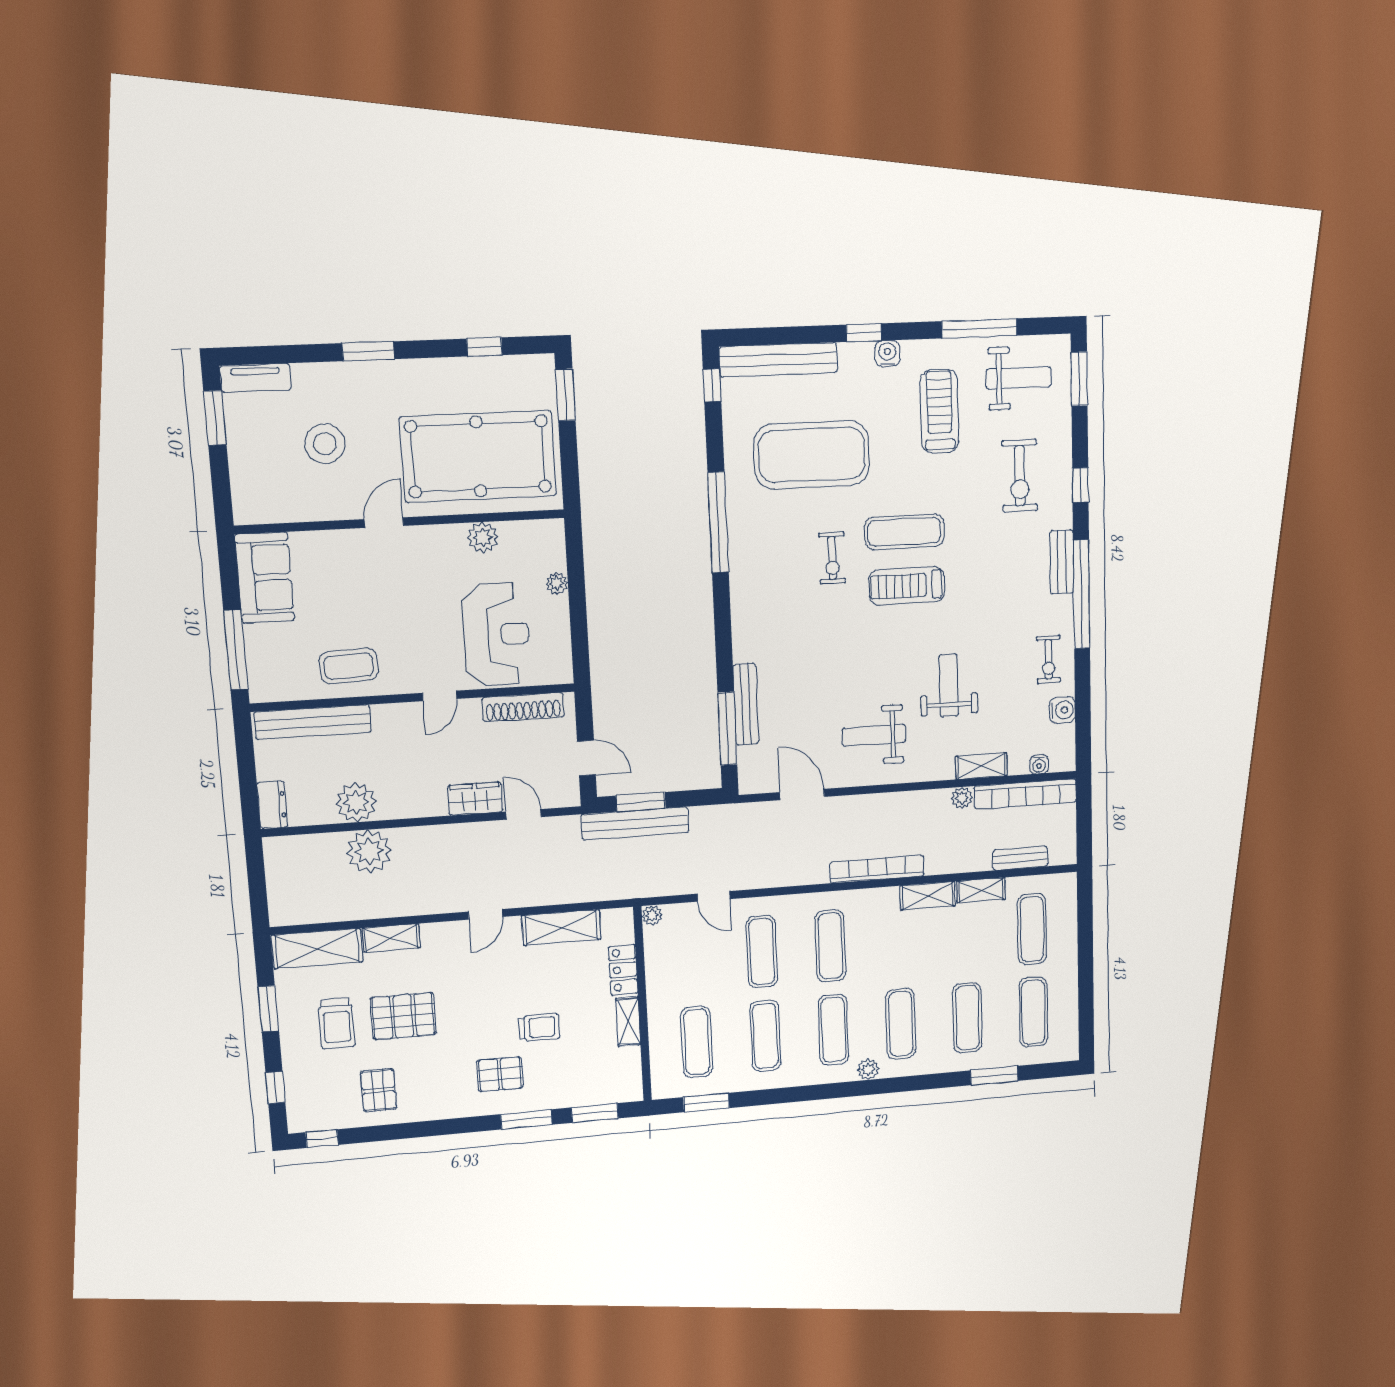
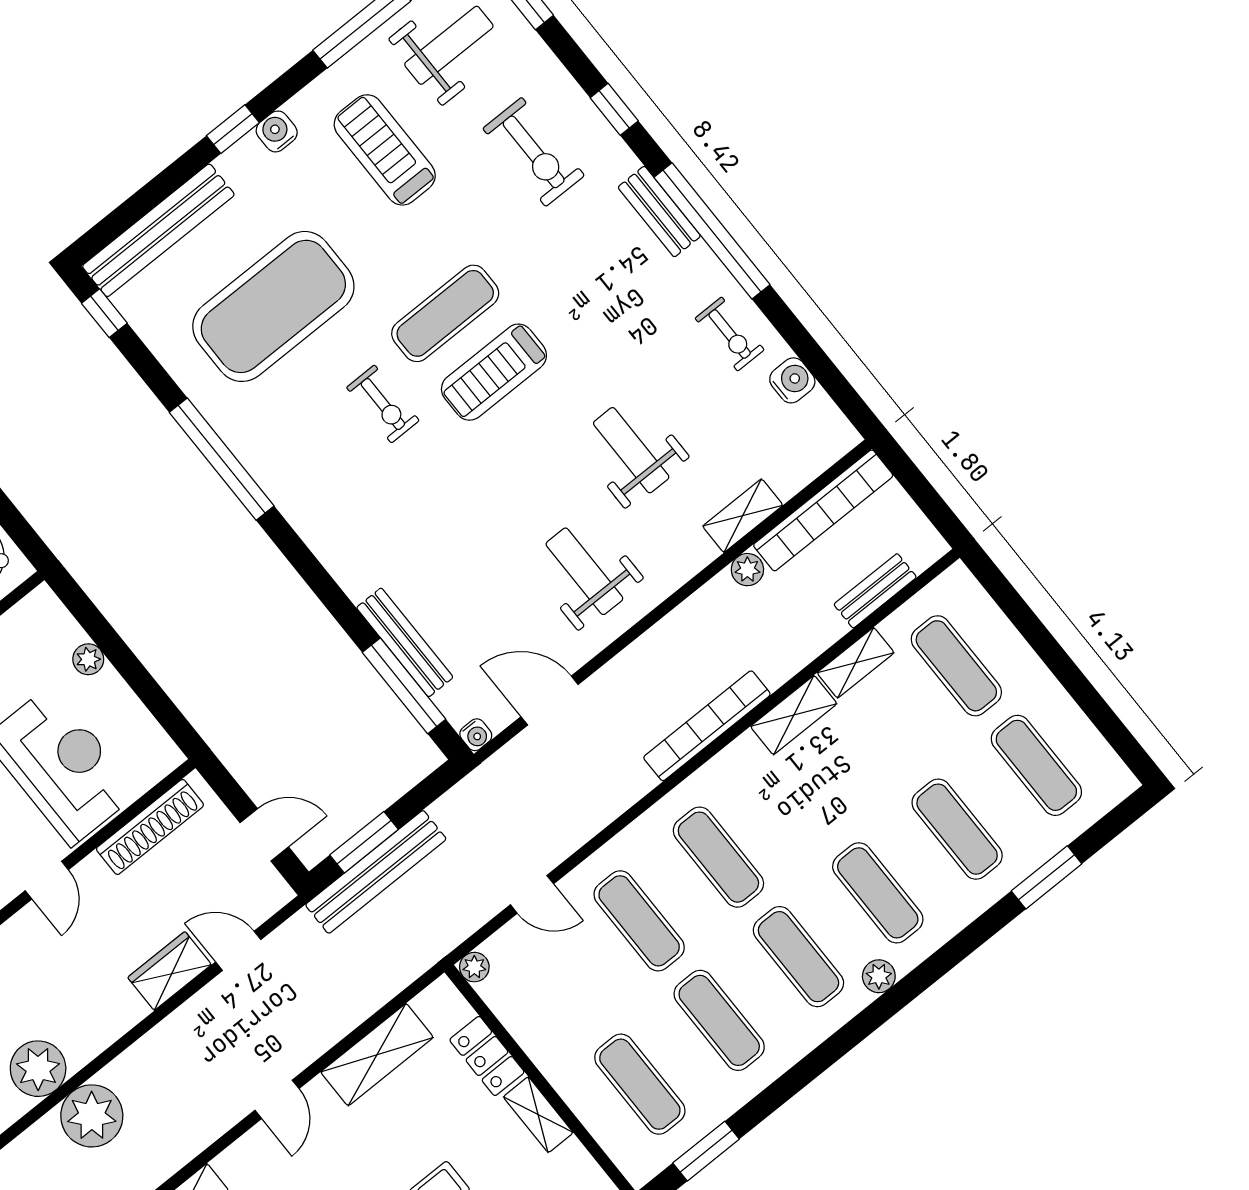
weight bench: (874, 735) -> (584, 571), turned 90
water cooler: (1039, 764) -> (476, 735), moved

